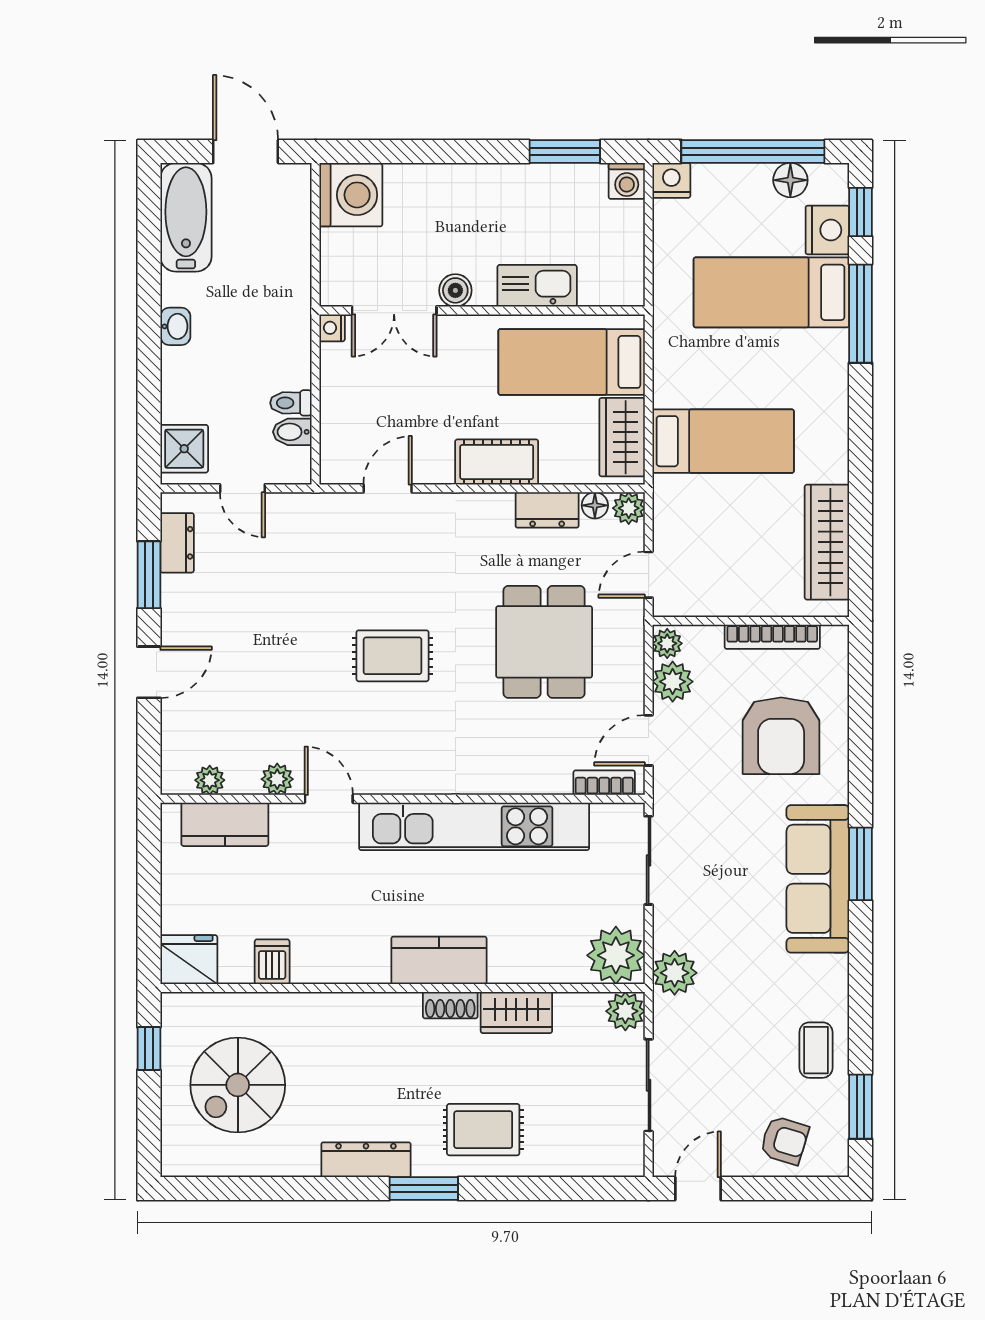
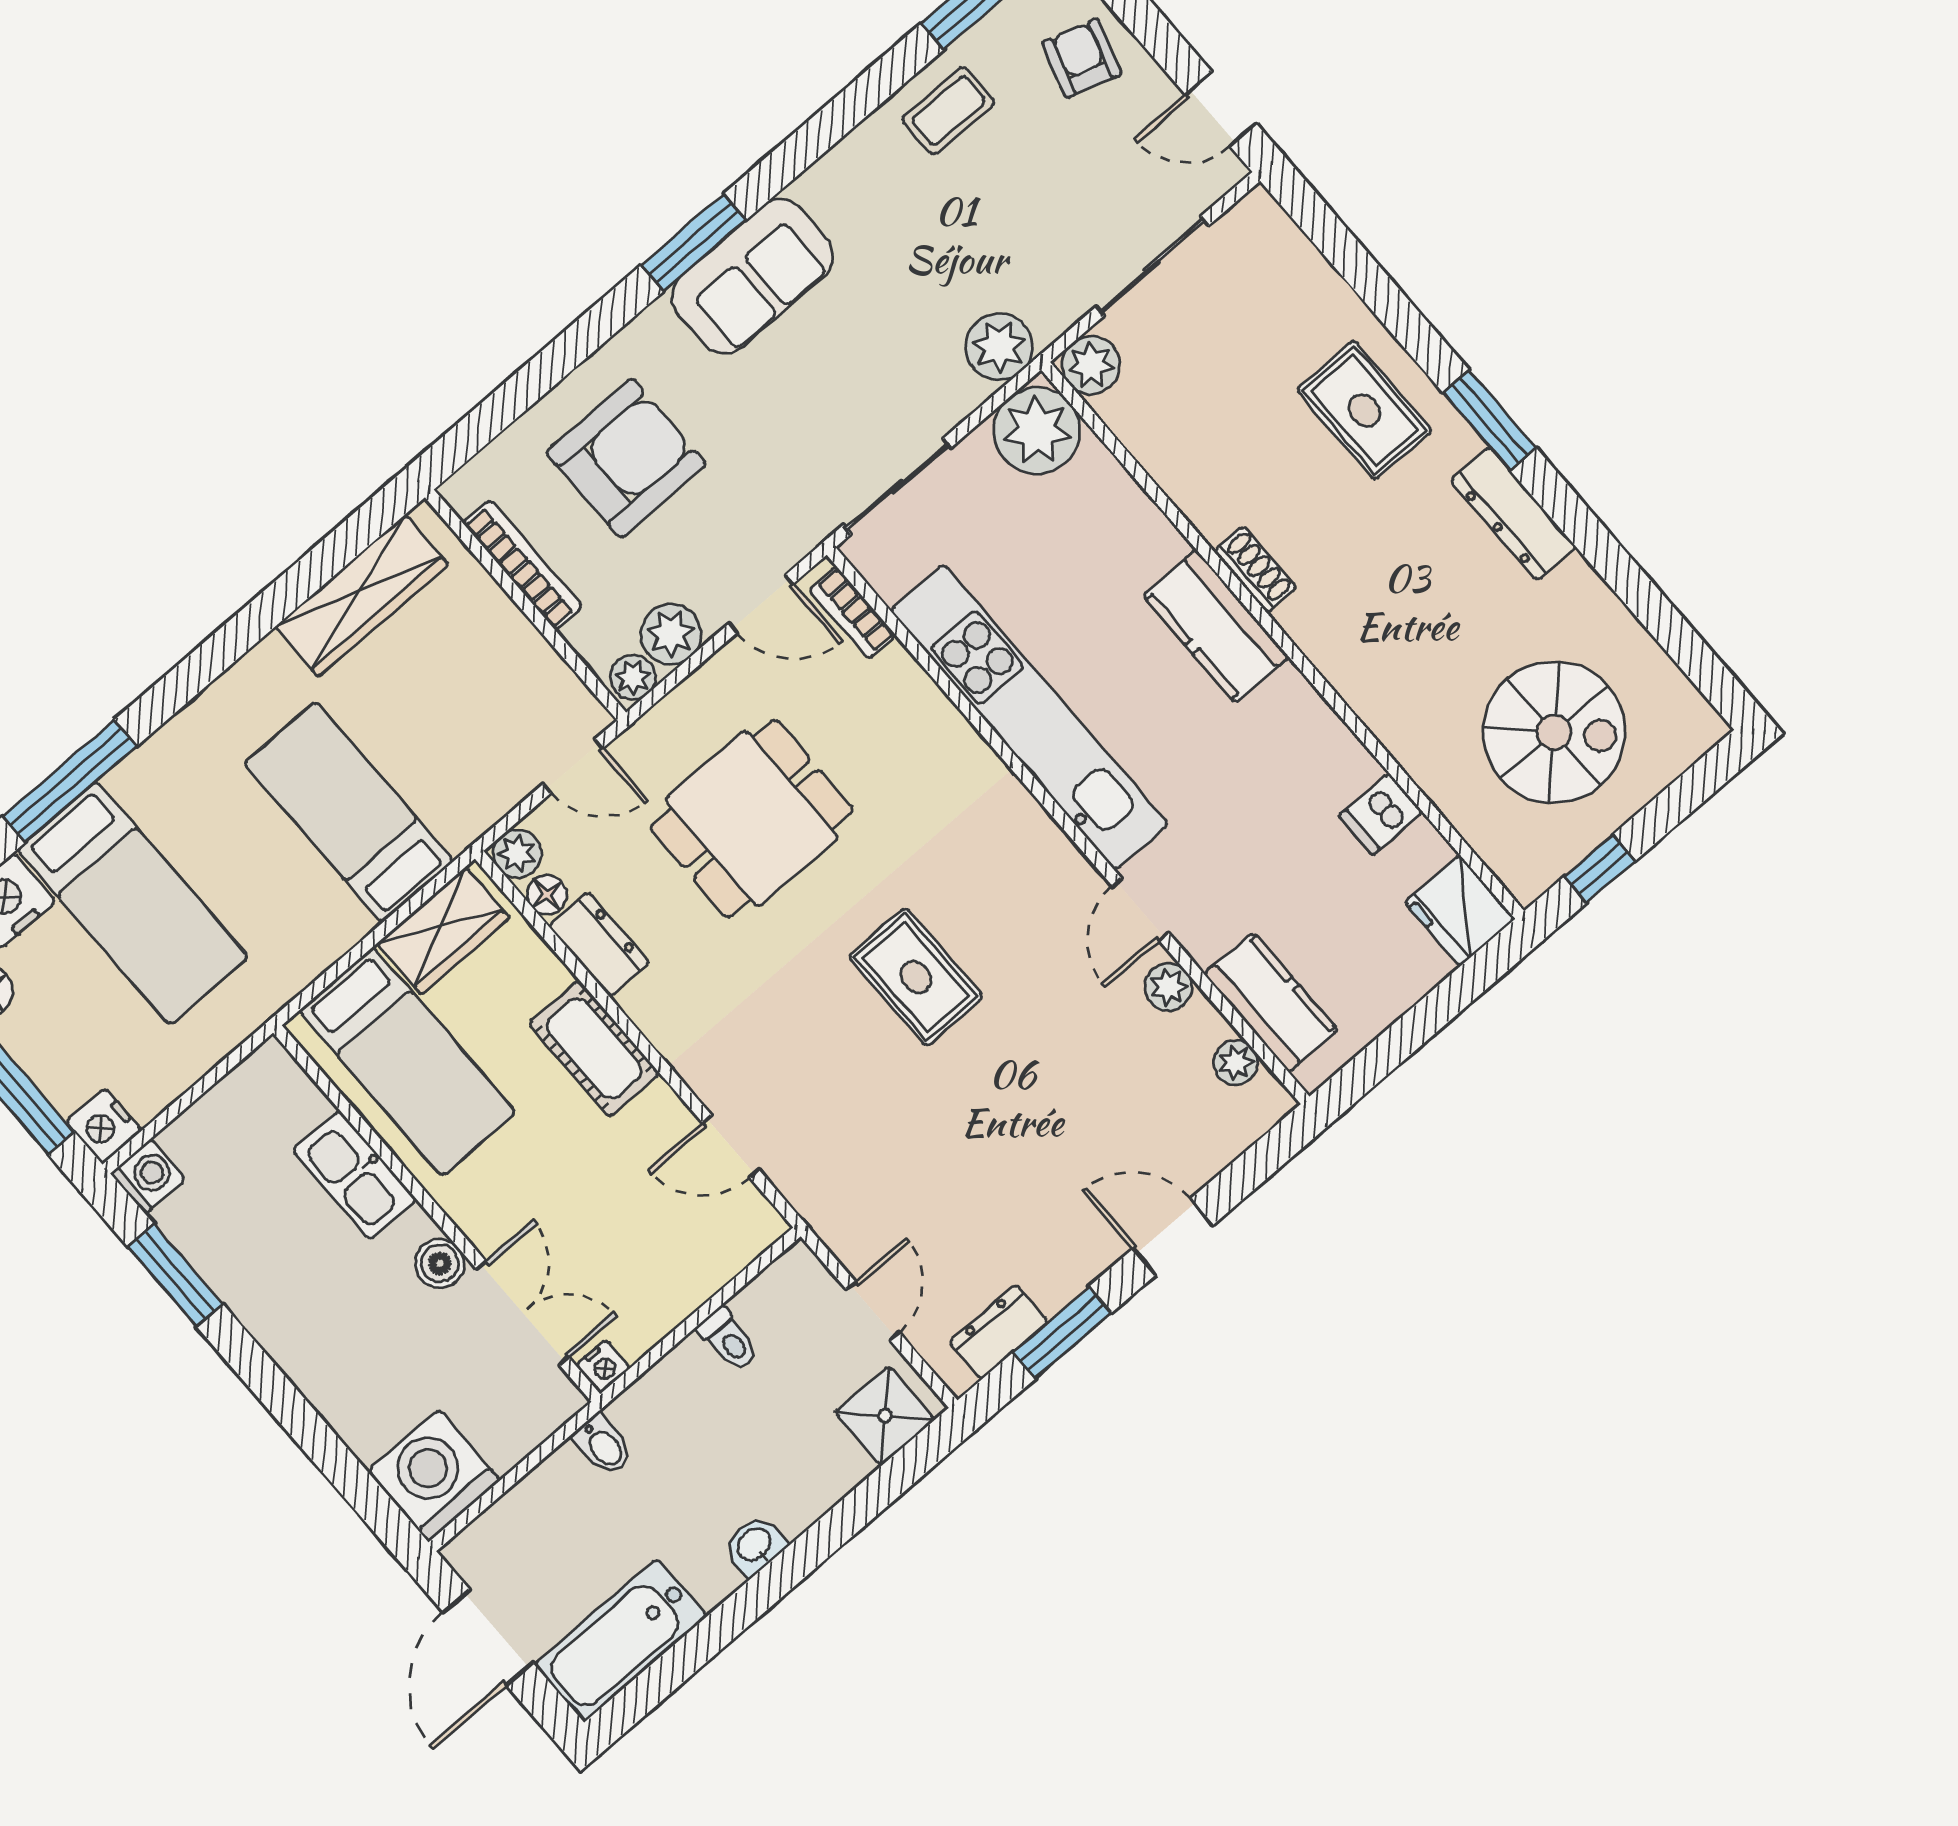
bidet: (292, 432) -> (603, 1445), moved
sofa: (818, 879) -> (752, 276), width x0.73
wardrobe: (516, 1012) -> (1199, 487), removed

